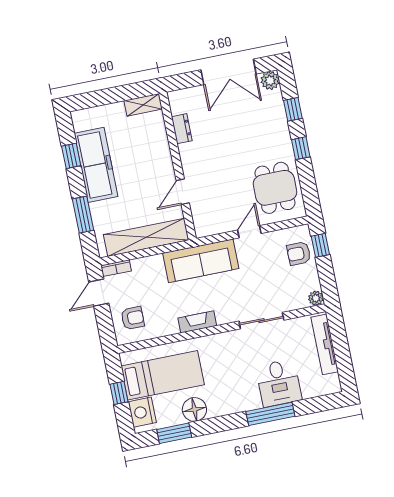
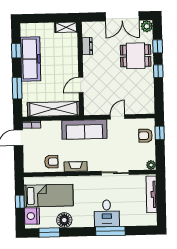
dining table: (275, 188) -> (136, 56), moved, turned 90
armchair: (133, 318) -> (51, 162), moved
desk: (279, 383) -> (107, 213), moved

